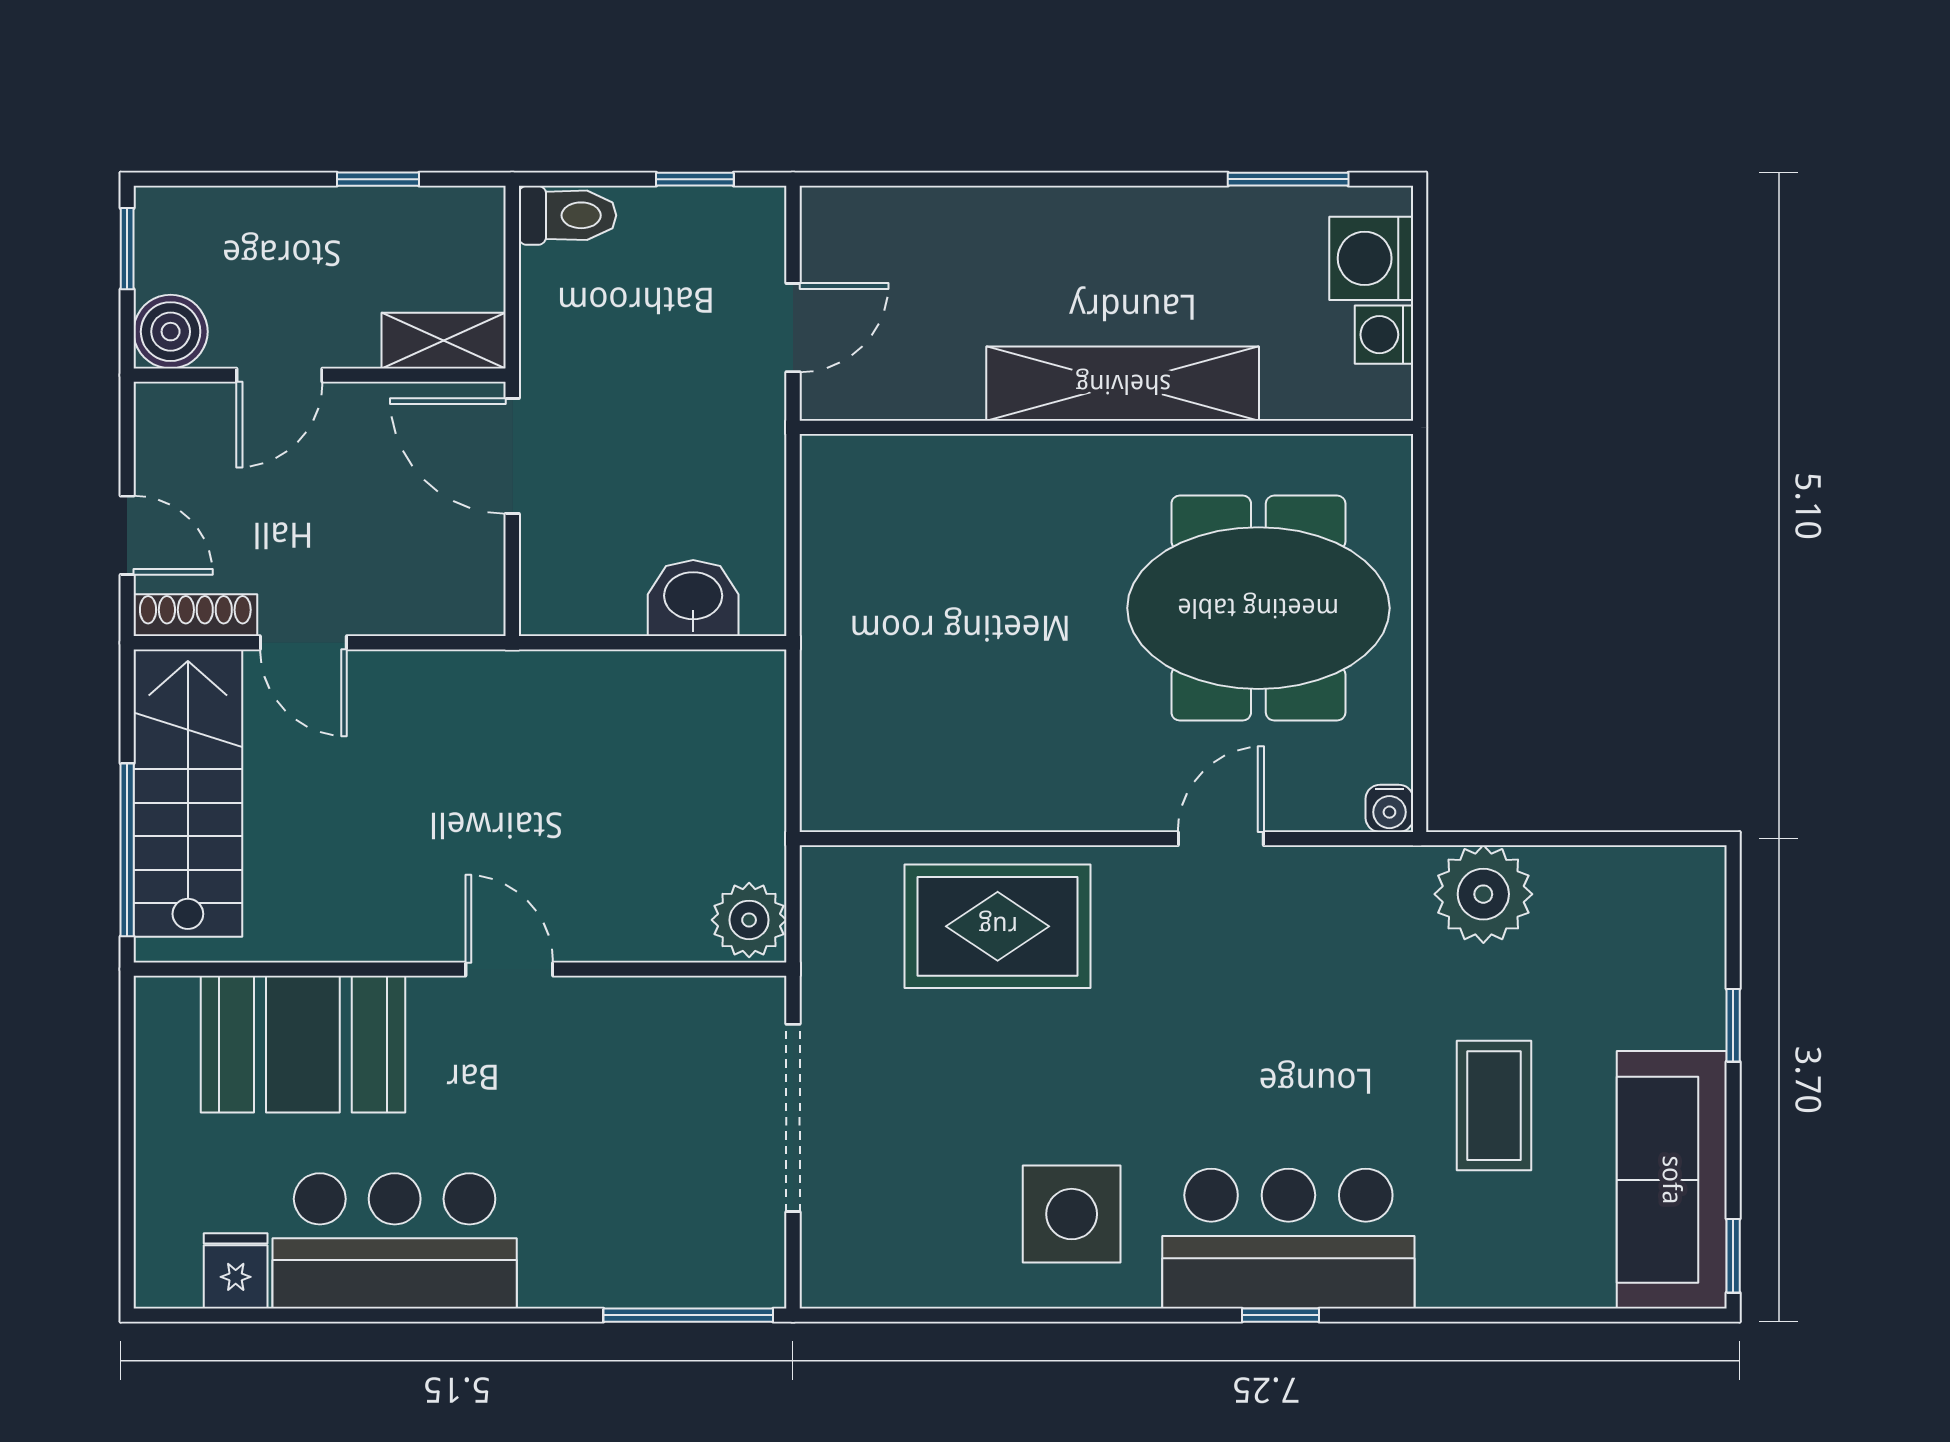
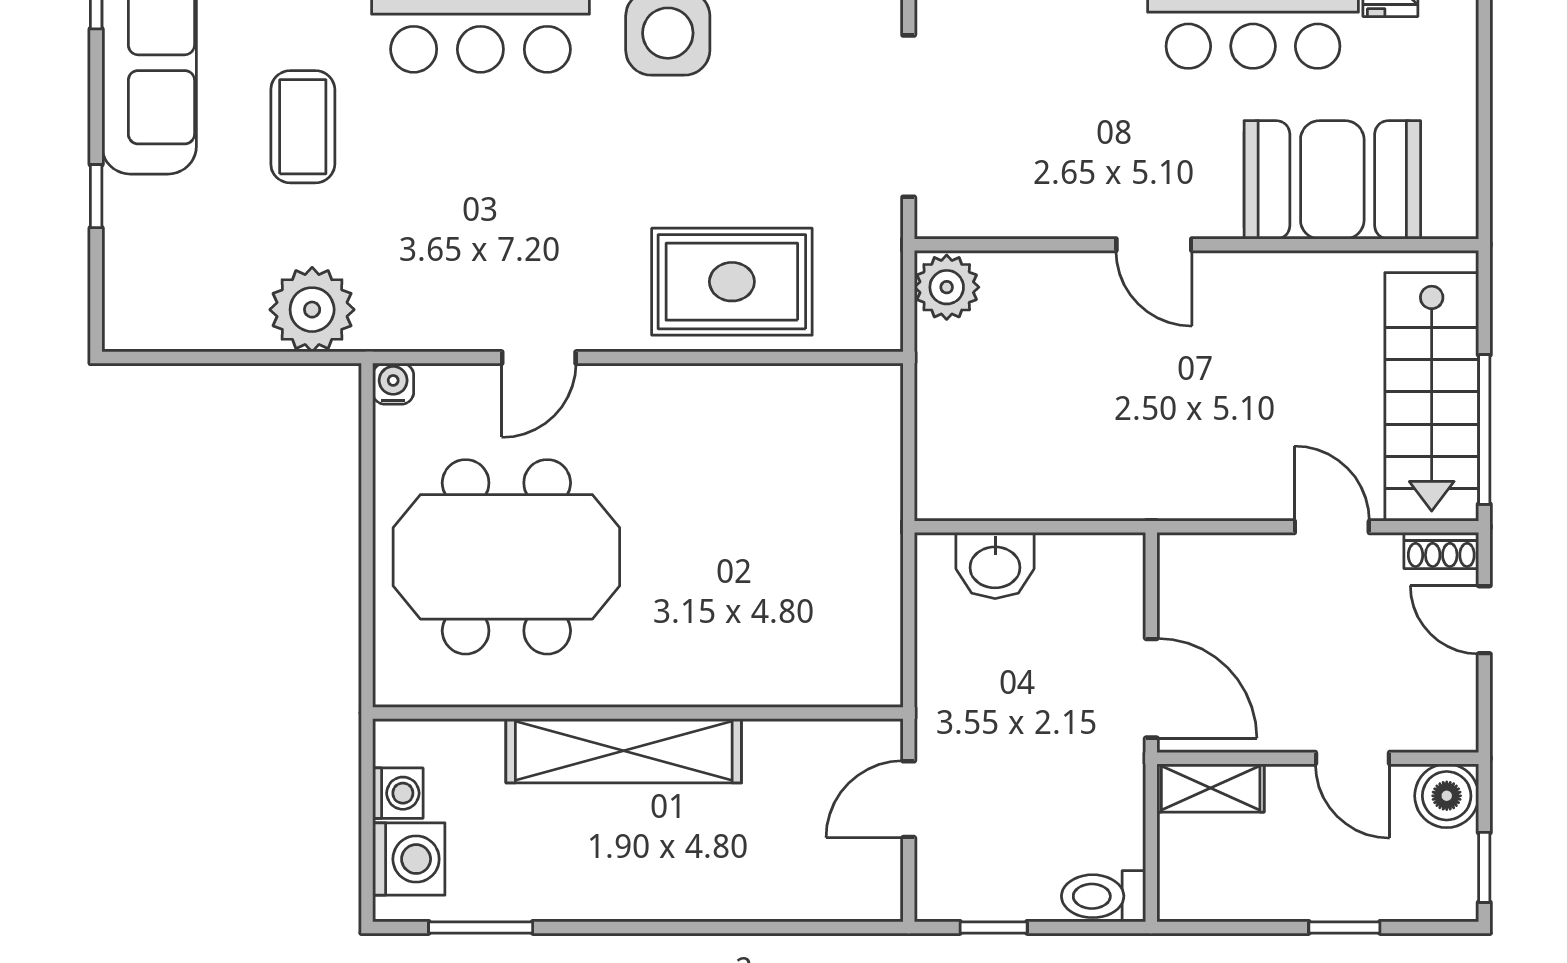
window: (378, 179) -> (1344, 927), moved
door: (279, 375) -> (1353, 758), swing flipped
shoe rack: (195, 615) -> (1441, 551), width x0.70
window: (127, 850) -> (1484, 430), moved

